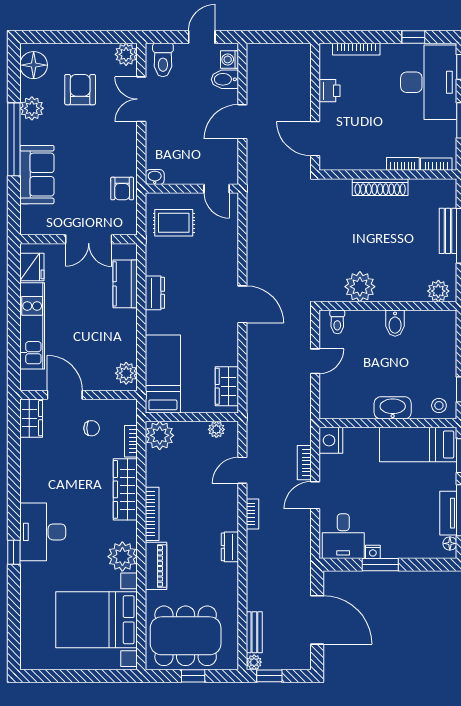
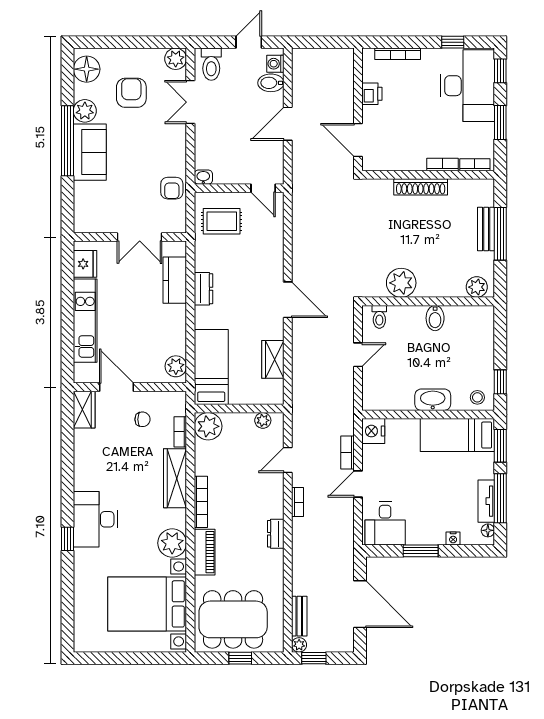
sofa: (37, 175) -> (90, 152), moved
wardrobe: (227, 386) -> (273, 359), moved
nightstand: (373, 552) -> (453, 538), moved

